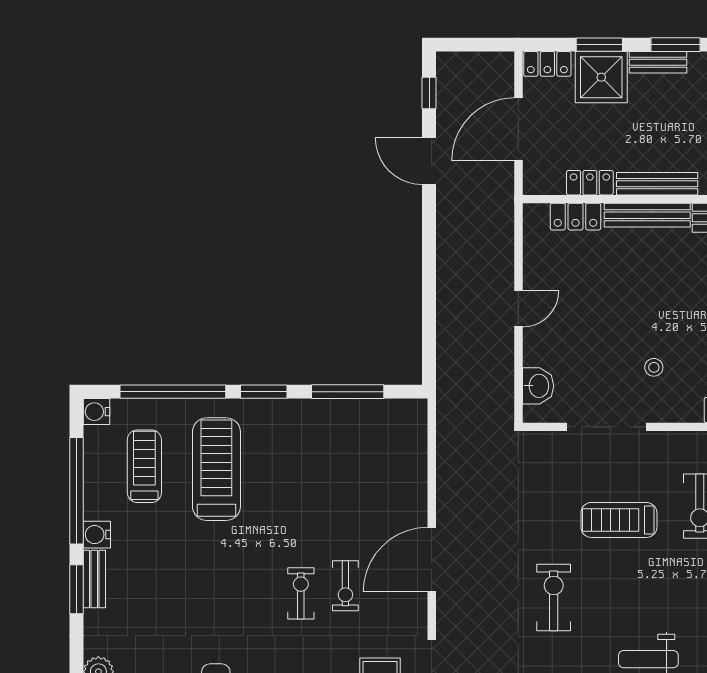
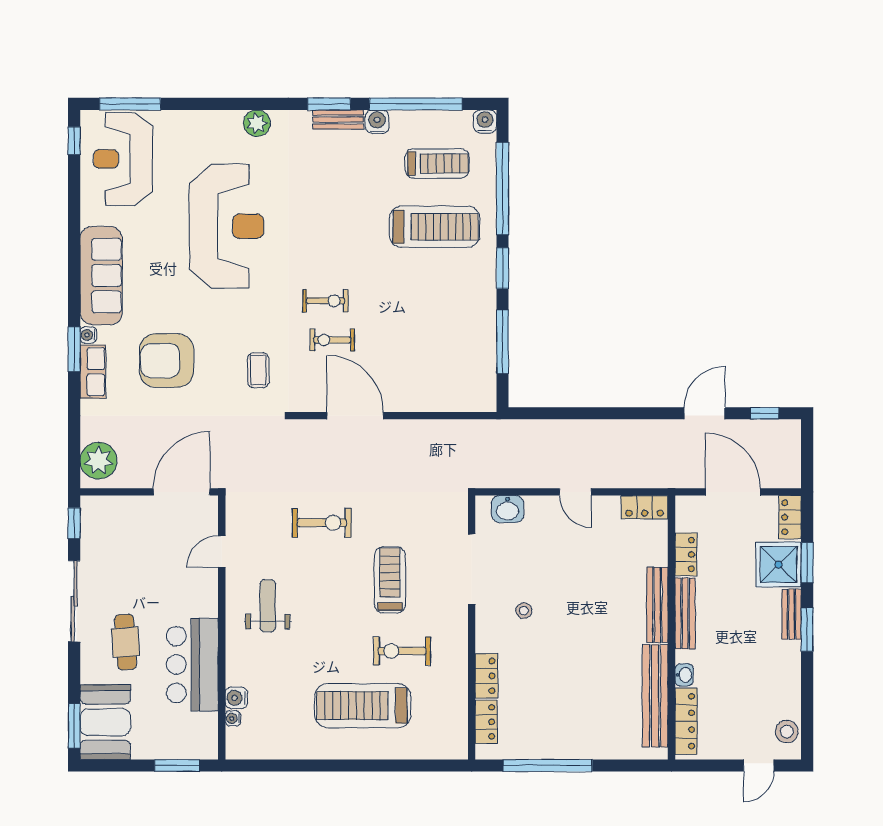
locker: (576, 217) -> (645, 507), moved, turned -90

